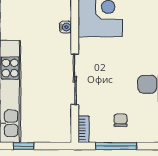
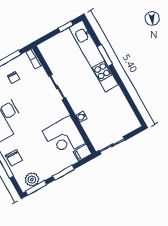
sliding door: (75, 79) -> (57, 87), width x0.73

